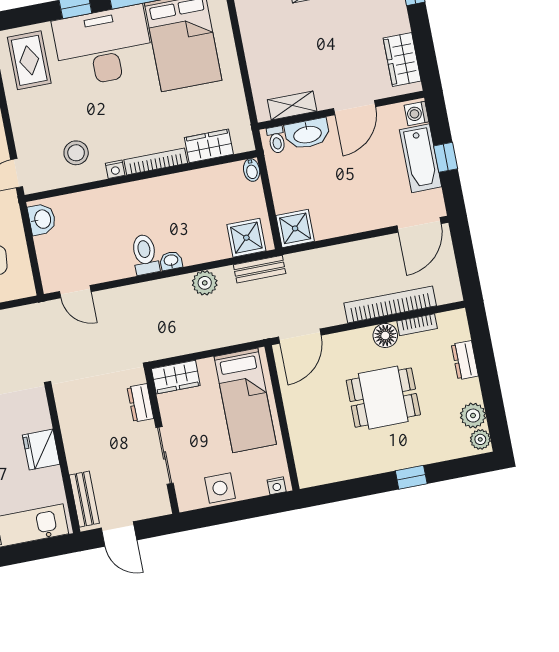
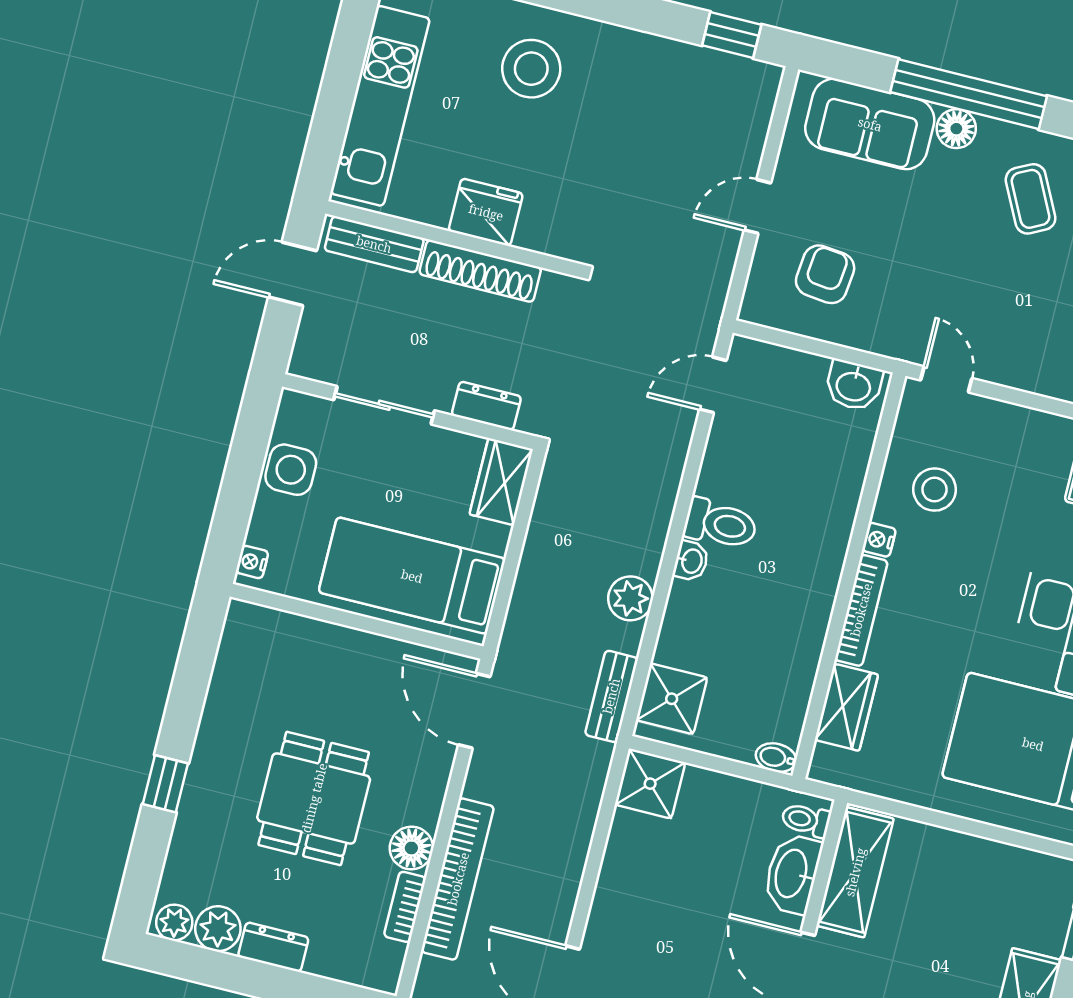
shelving: (292, 105) -> (855, 872), width x1.50, depth x1.33
dresser: (465, 360) -> (273, 947), moved
shoe rack: (73, 438) -> (480, 271), added

